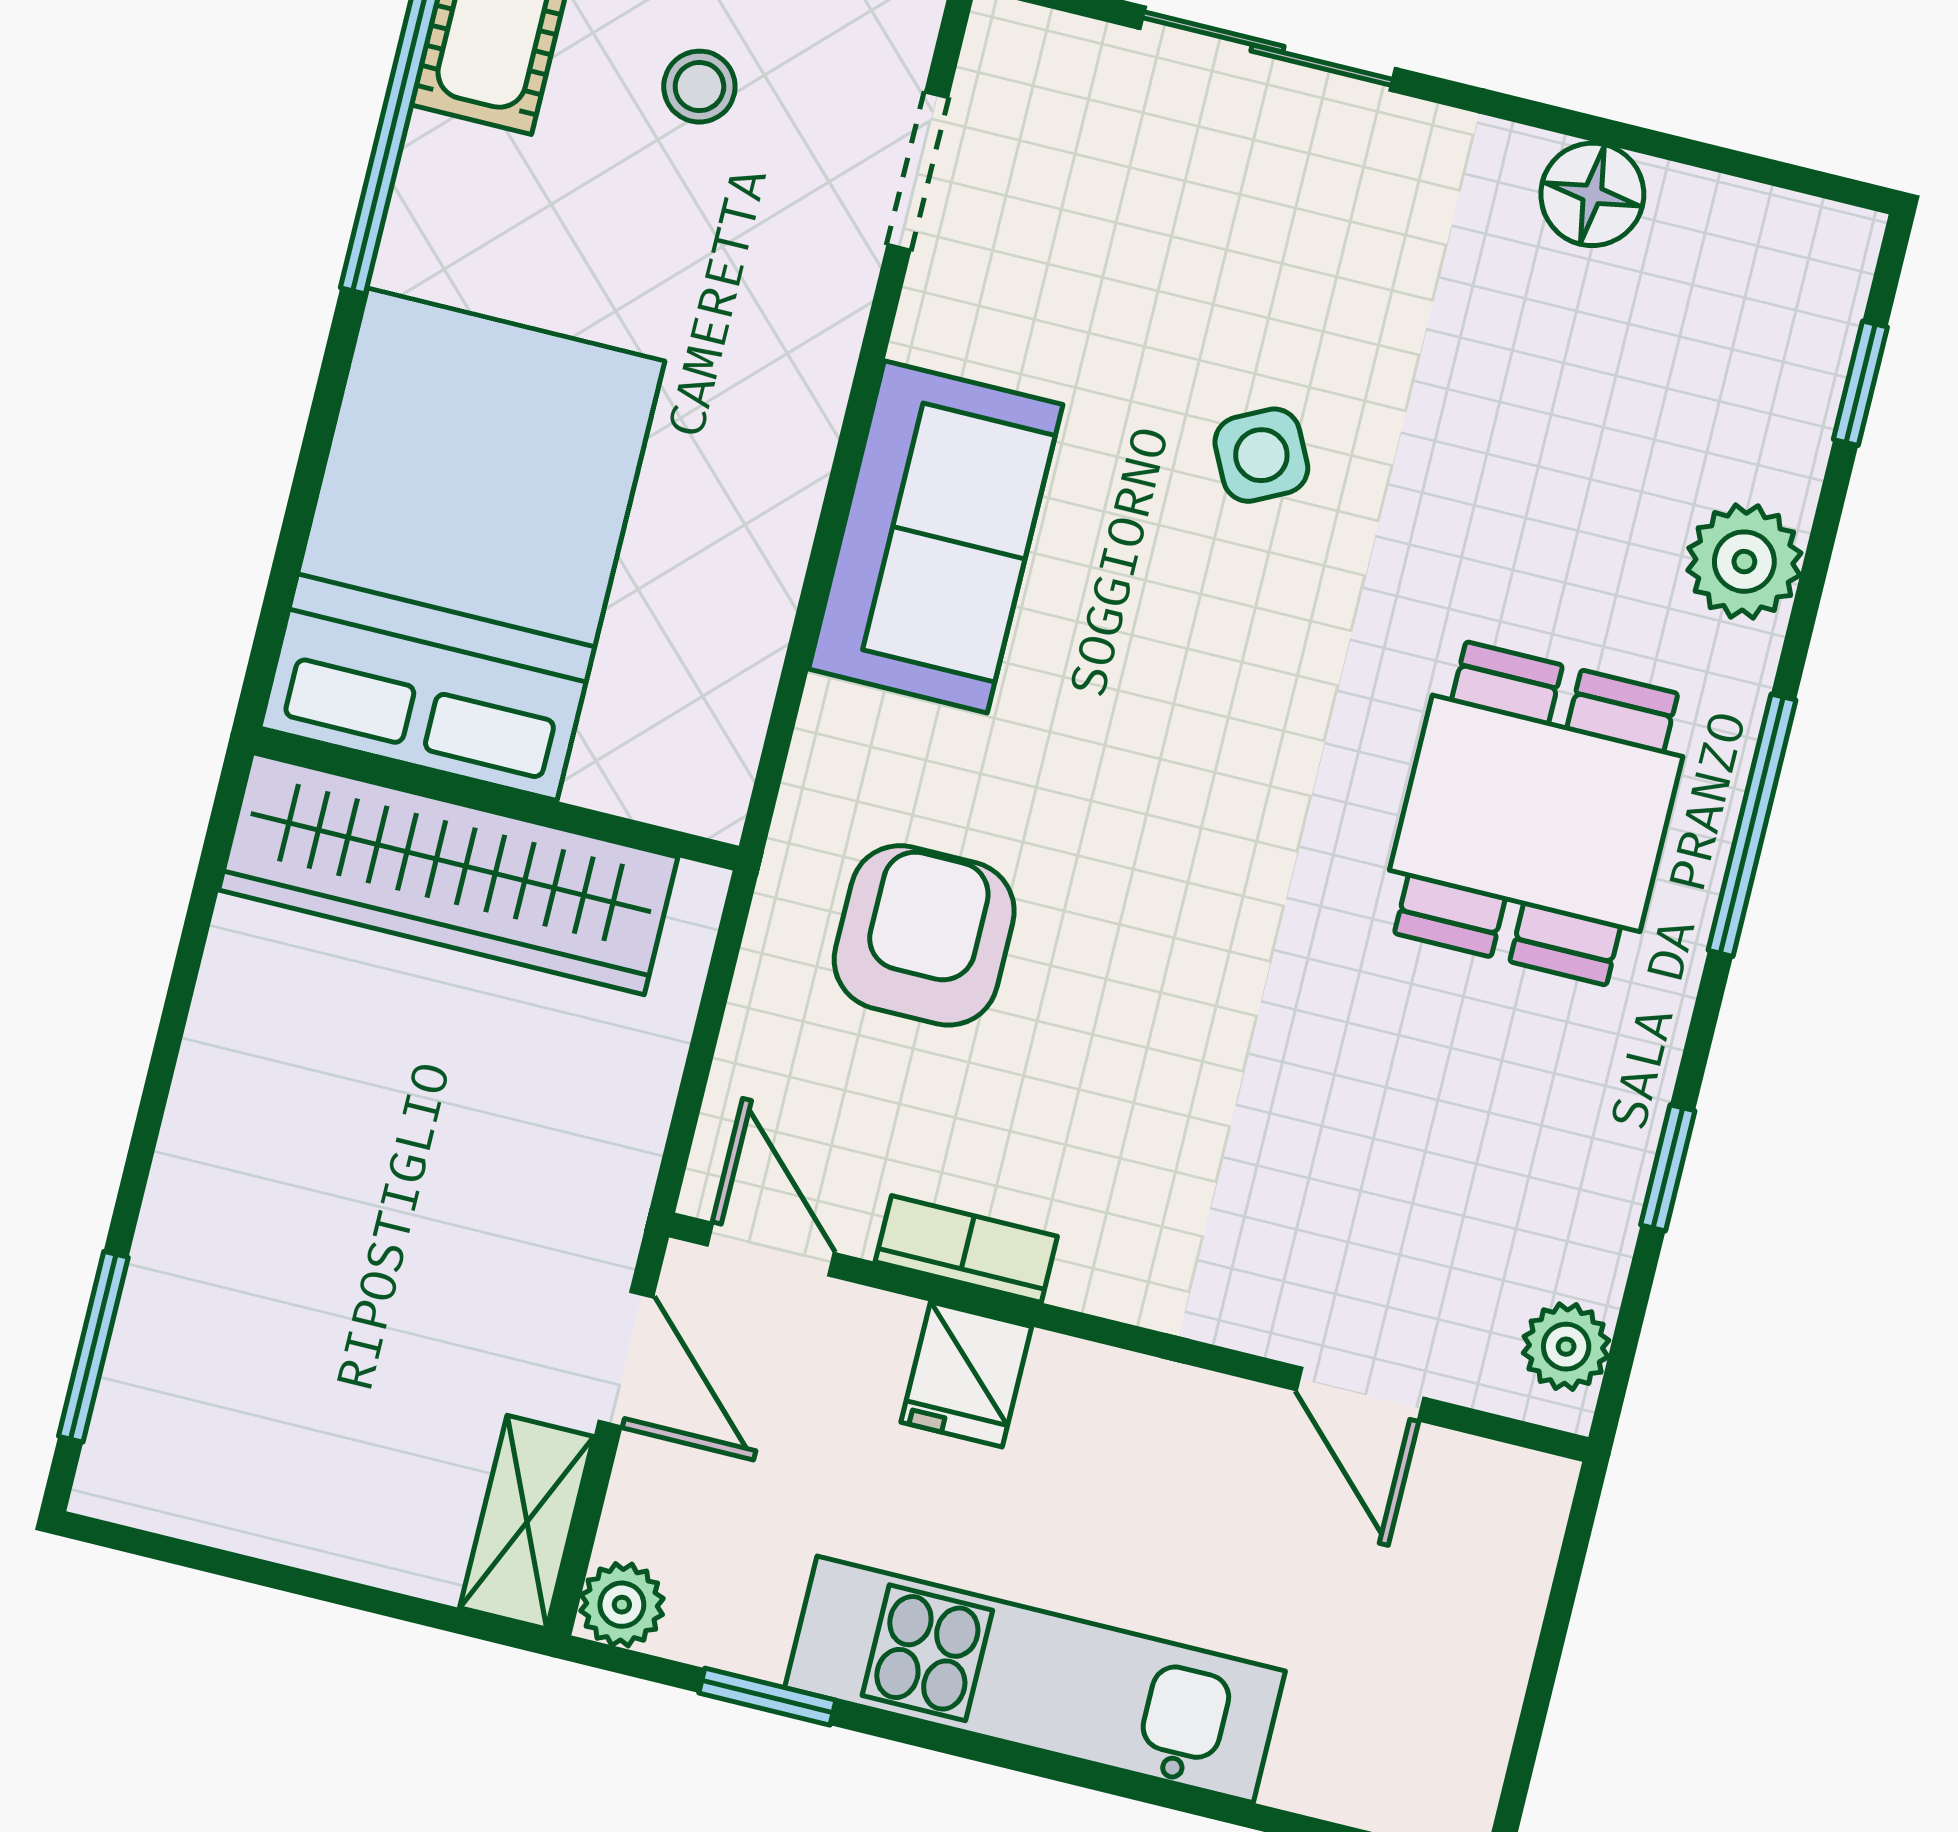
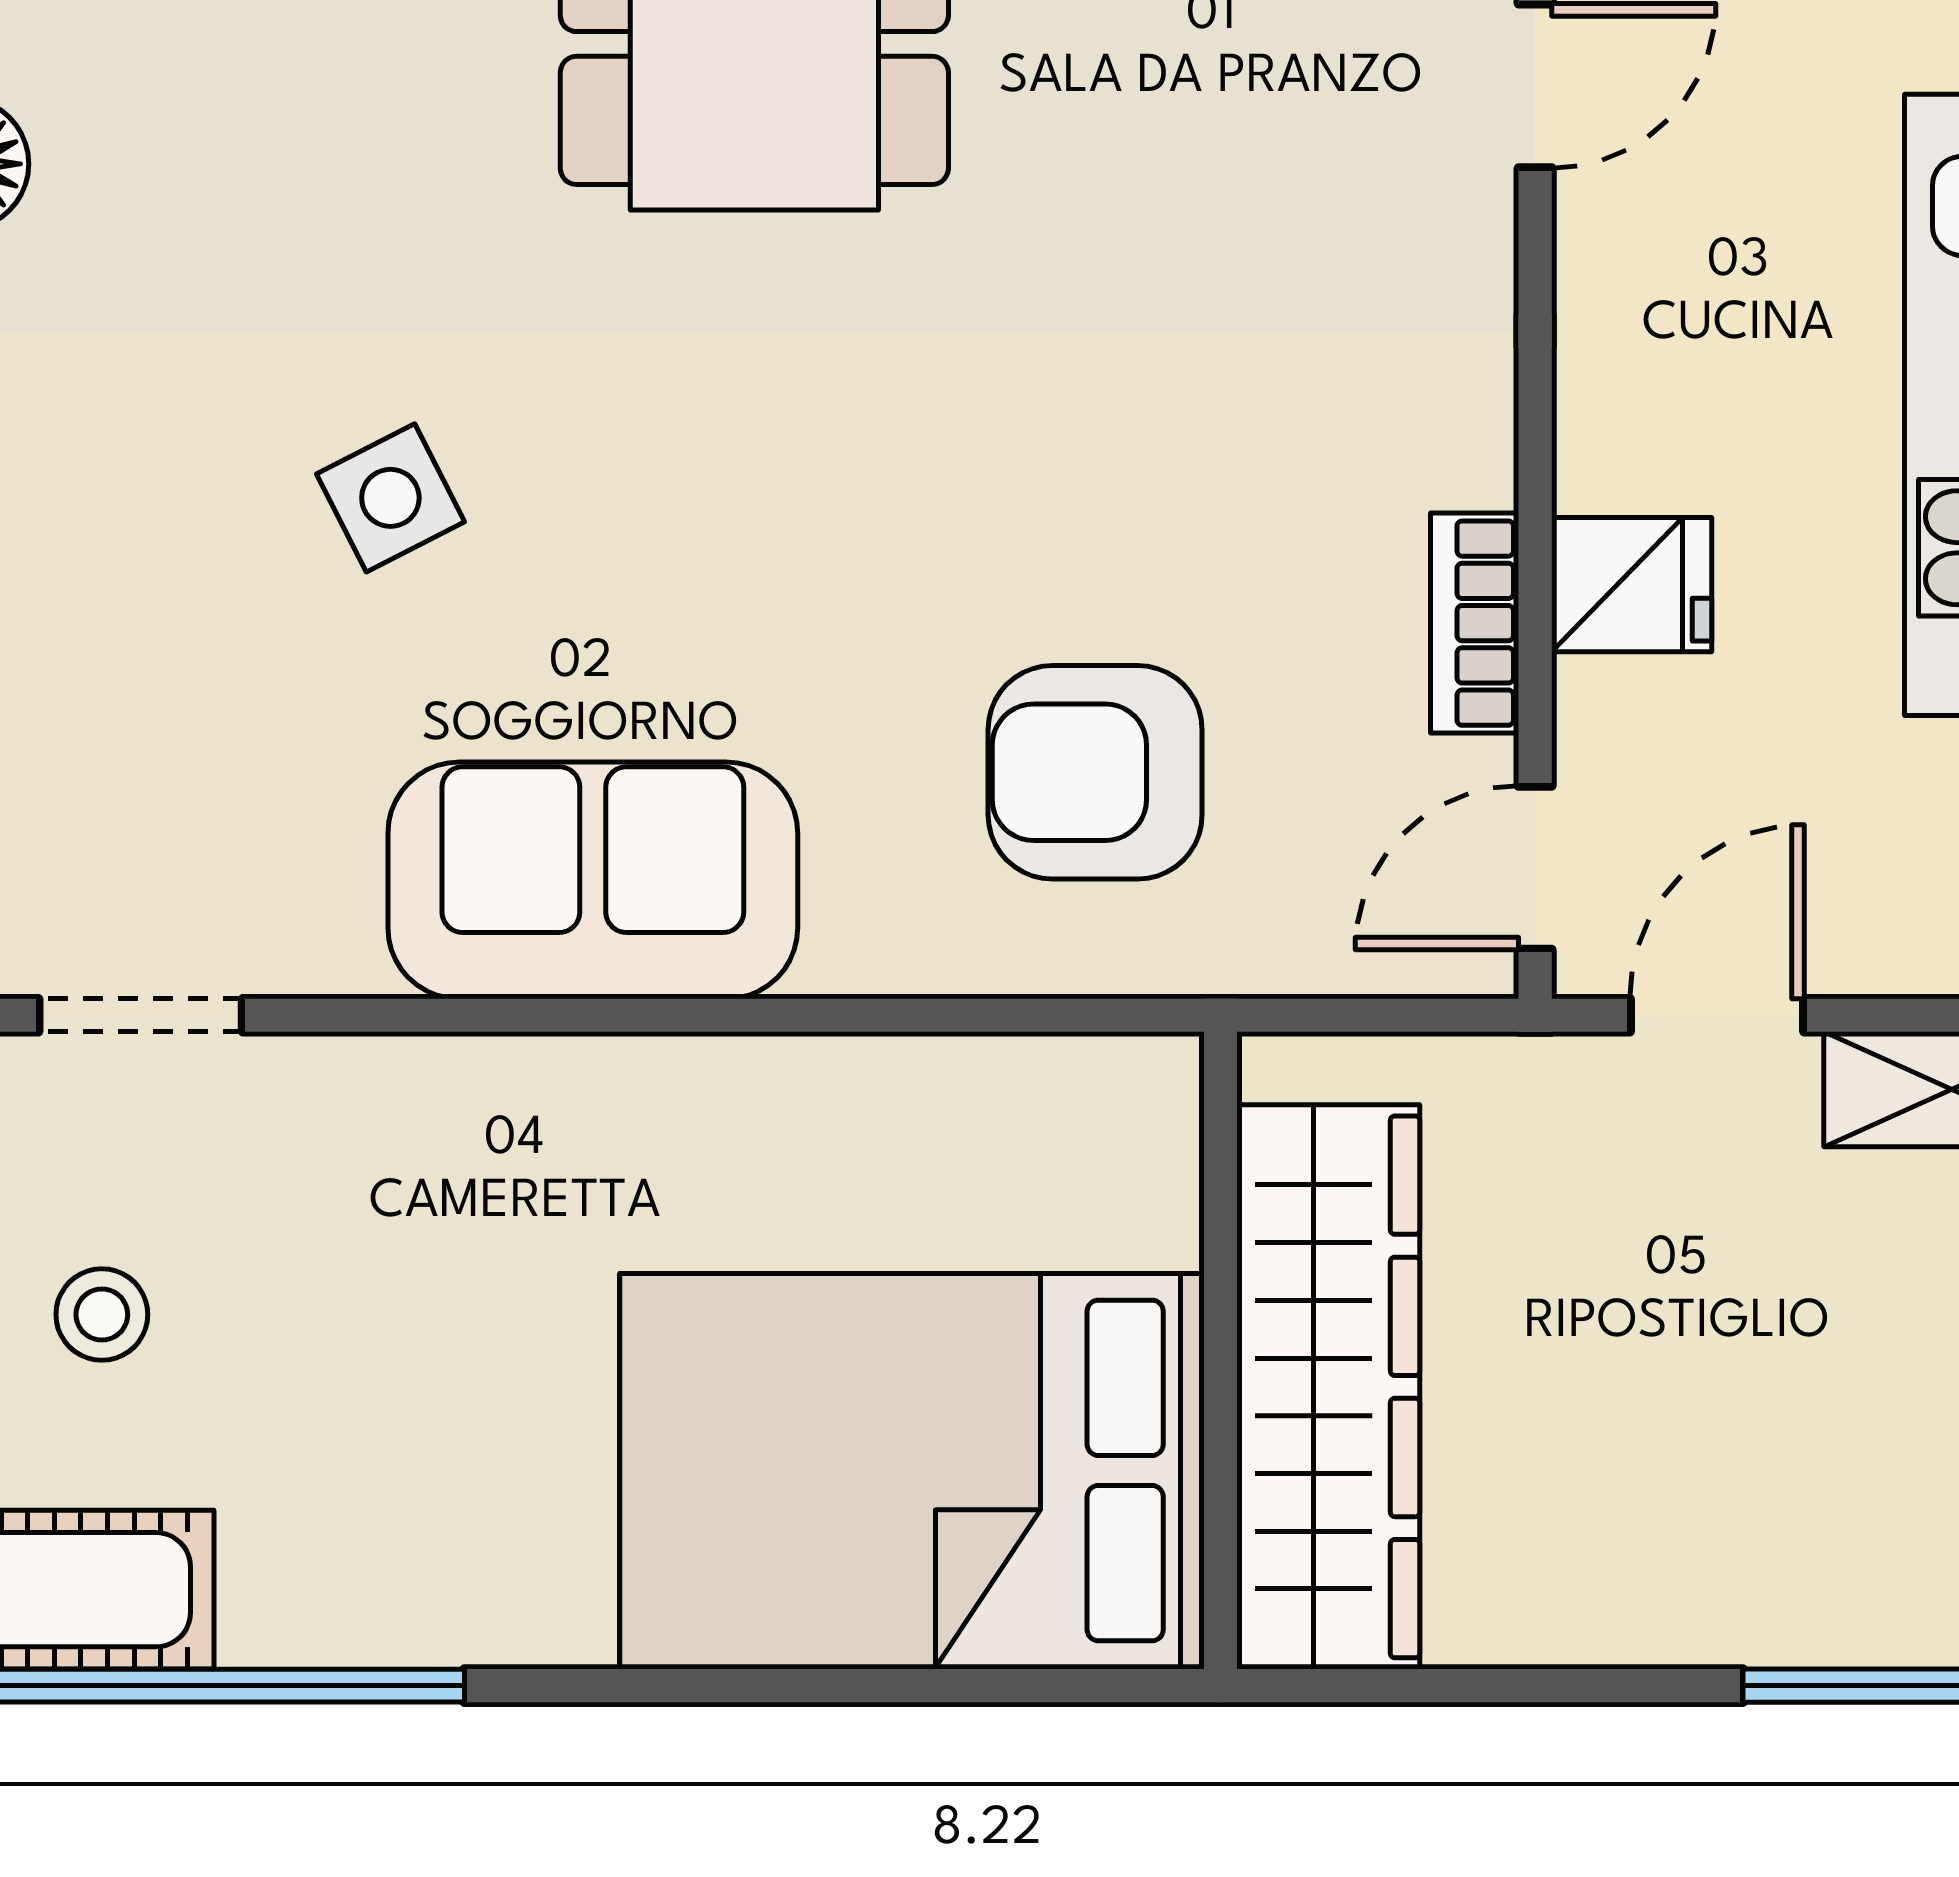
bed: (462, 544) -> (912, 1470), moved
wall: (496, 799) -> (1220, 1350), moved
wardrobe: (448, 874) -> (1328, 1387), moved

